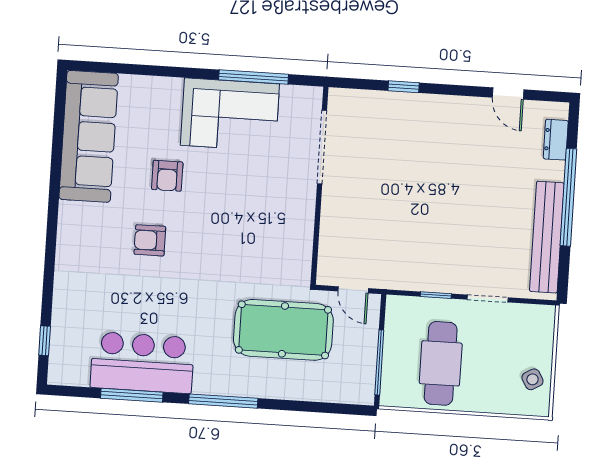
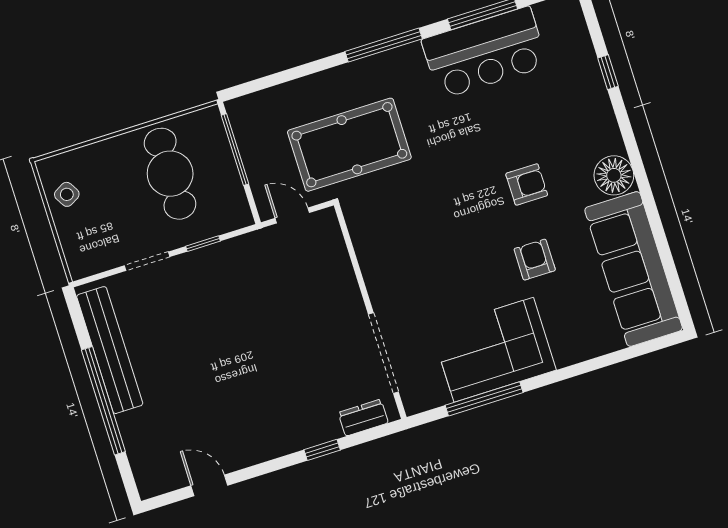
dresser: (556, 140) -> (363, 418), moved, turned -90
floor lamp: (75, 220) -> (614, 175), added
window: (45, 341) -> (608, 72), moved

